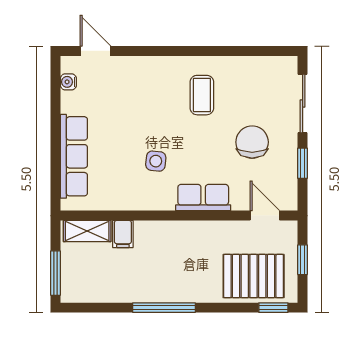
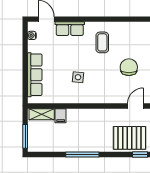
row of seats: (203, 198) -> (70, 29), moved, turned 180
door: (265, 216) -> (136, 106), hinge flipped

